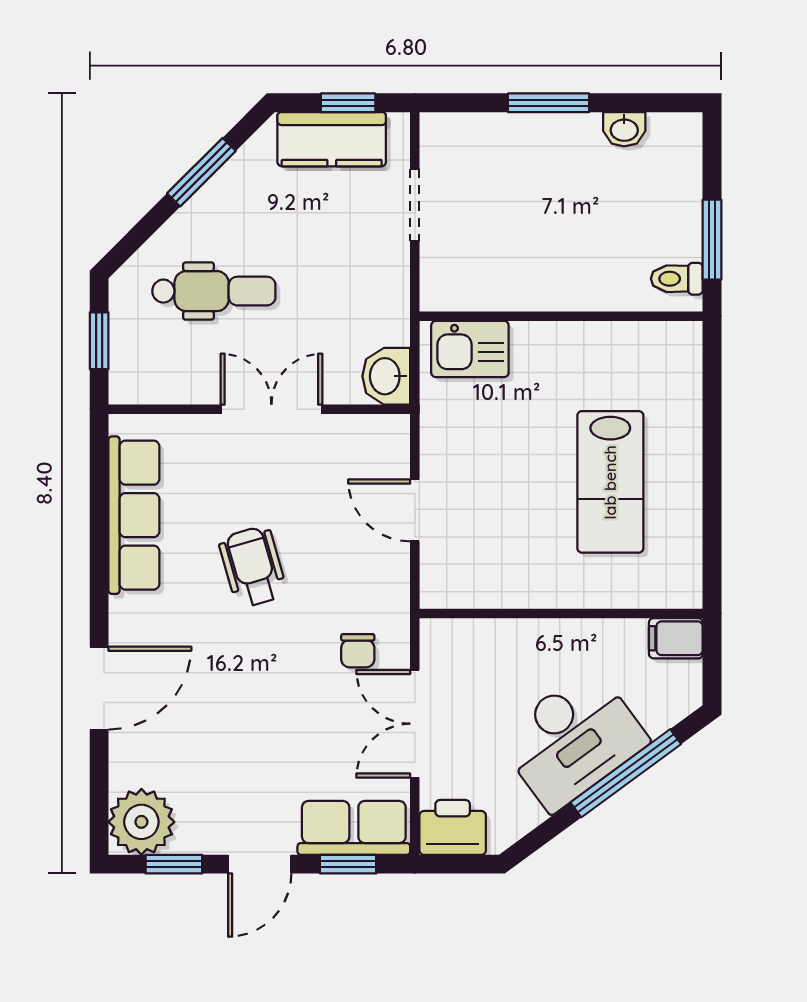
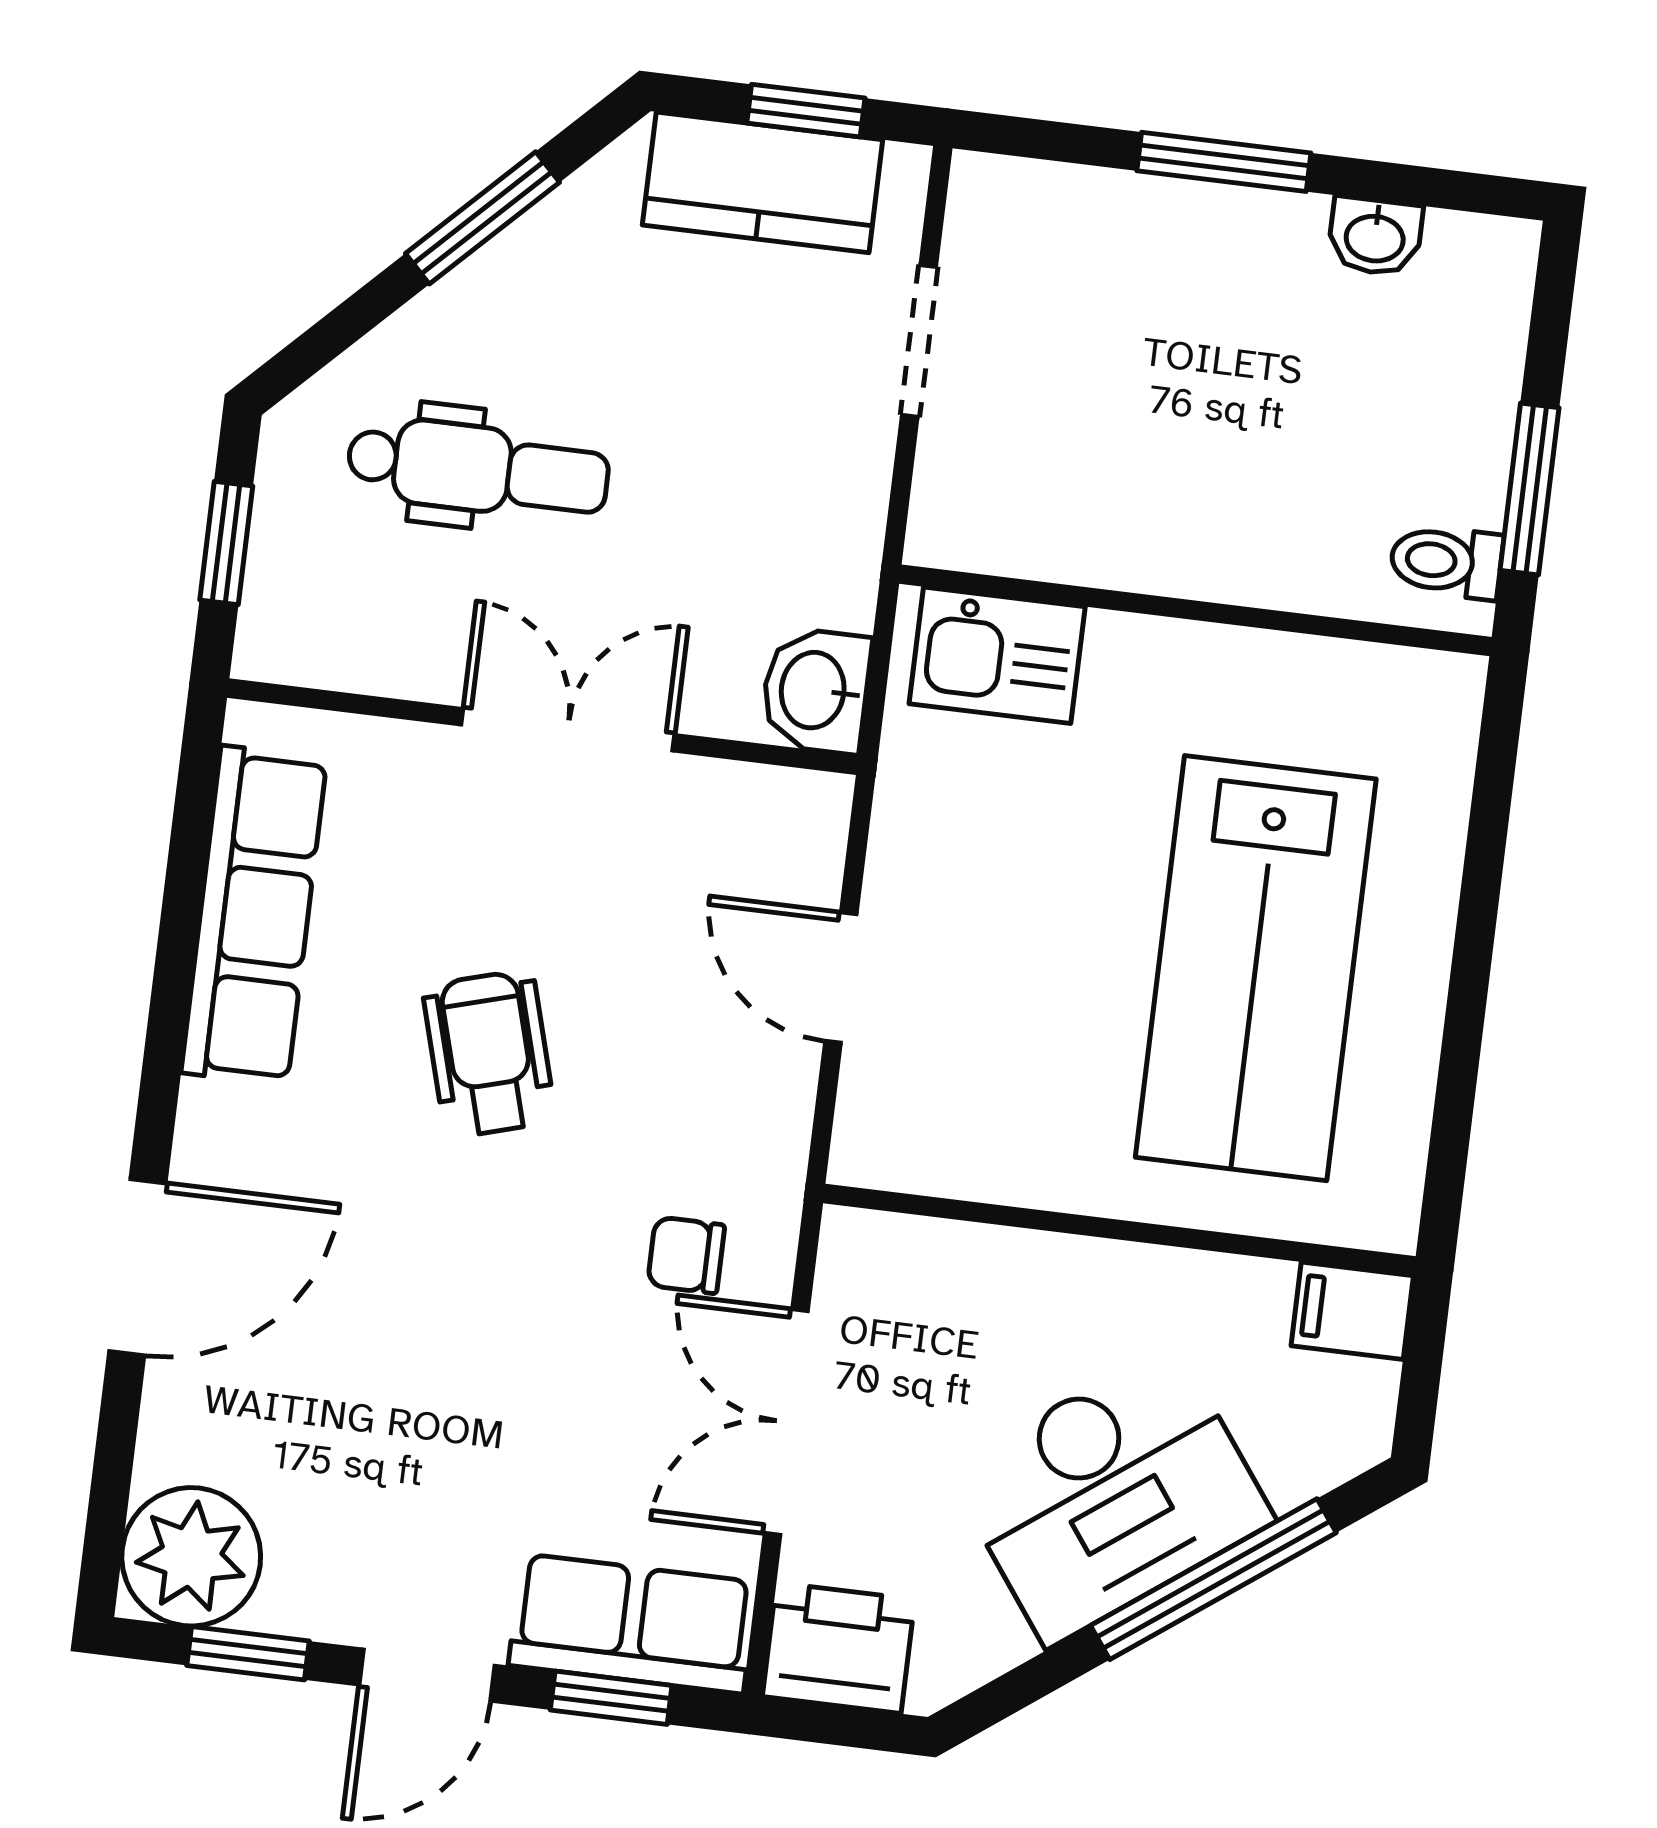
lab bench: (610, 482) -> (1256, 968), width x1.36, depth x1.39
chair: (358, 651) -> (686, 1255), turned 90

